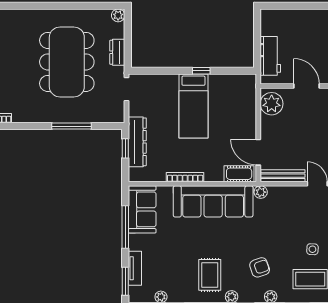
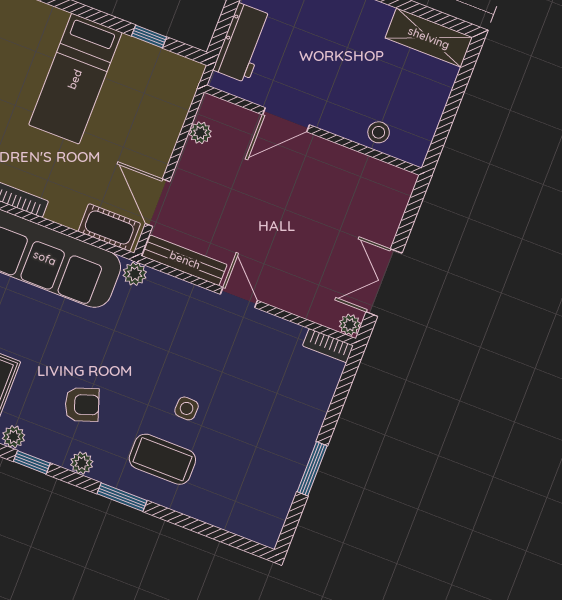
window: (201, 71) -> (149, 36), moved
door: (307, 86) -> (286, 120), swing flipped
plant: (272, 104) -> (200, 133), width x0.53, depth x0.53

